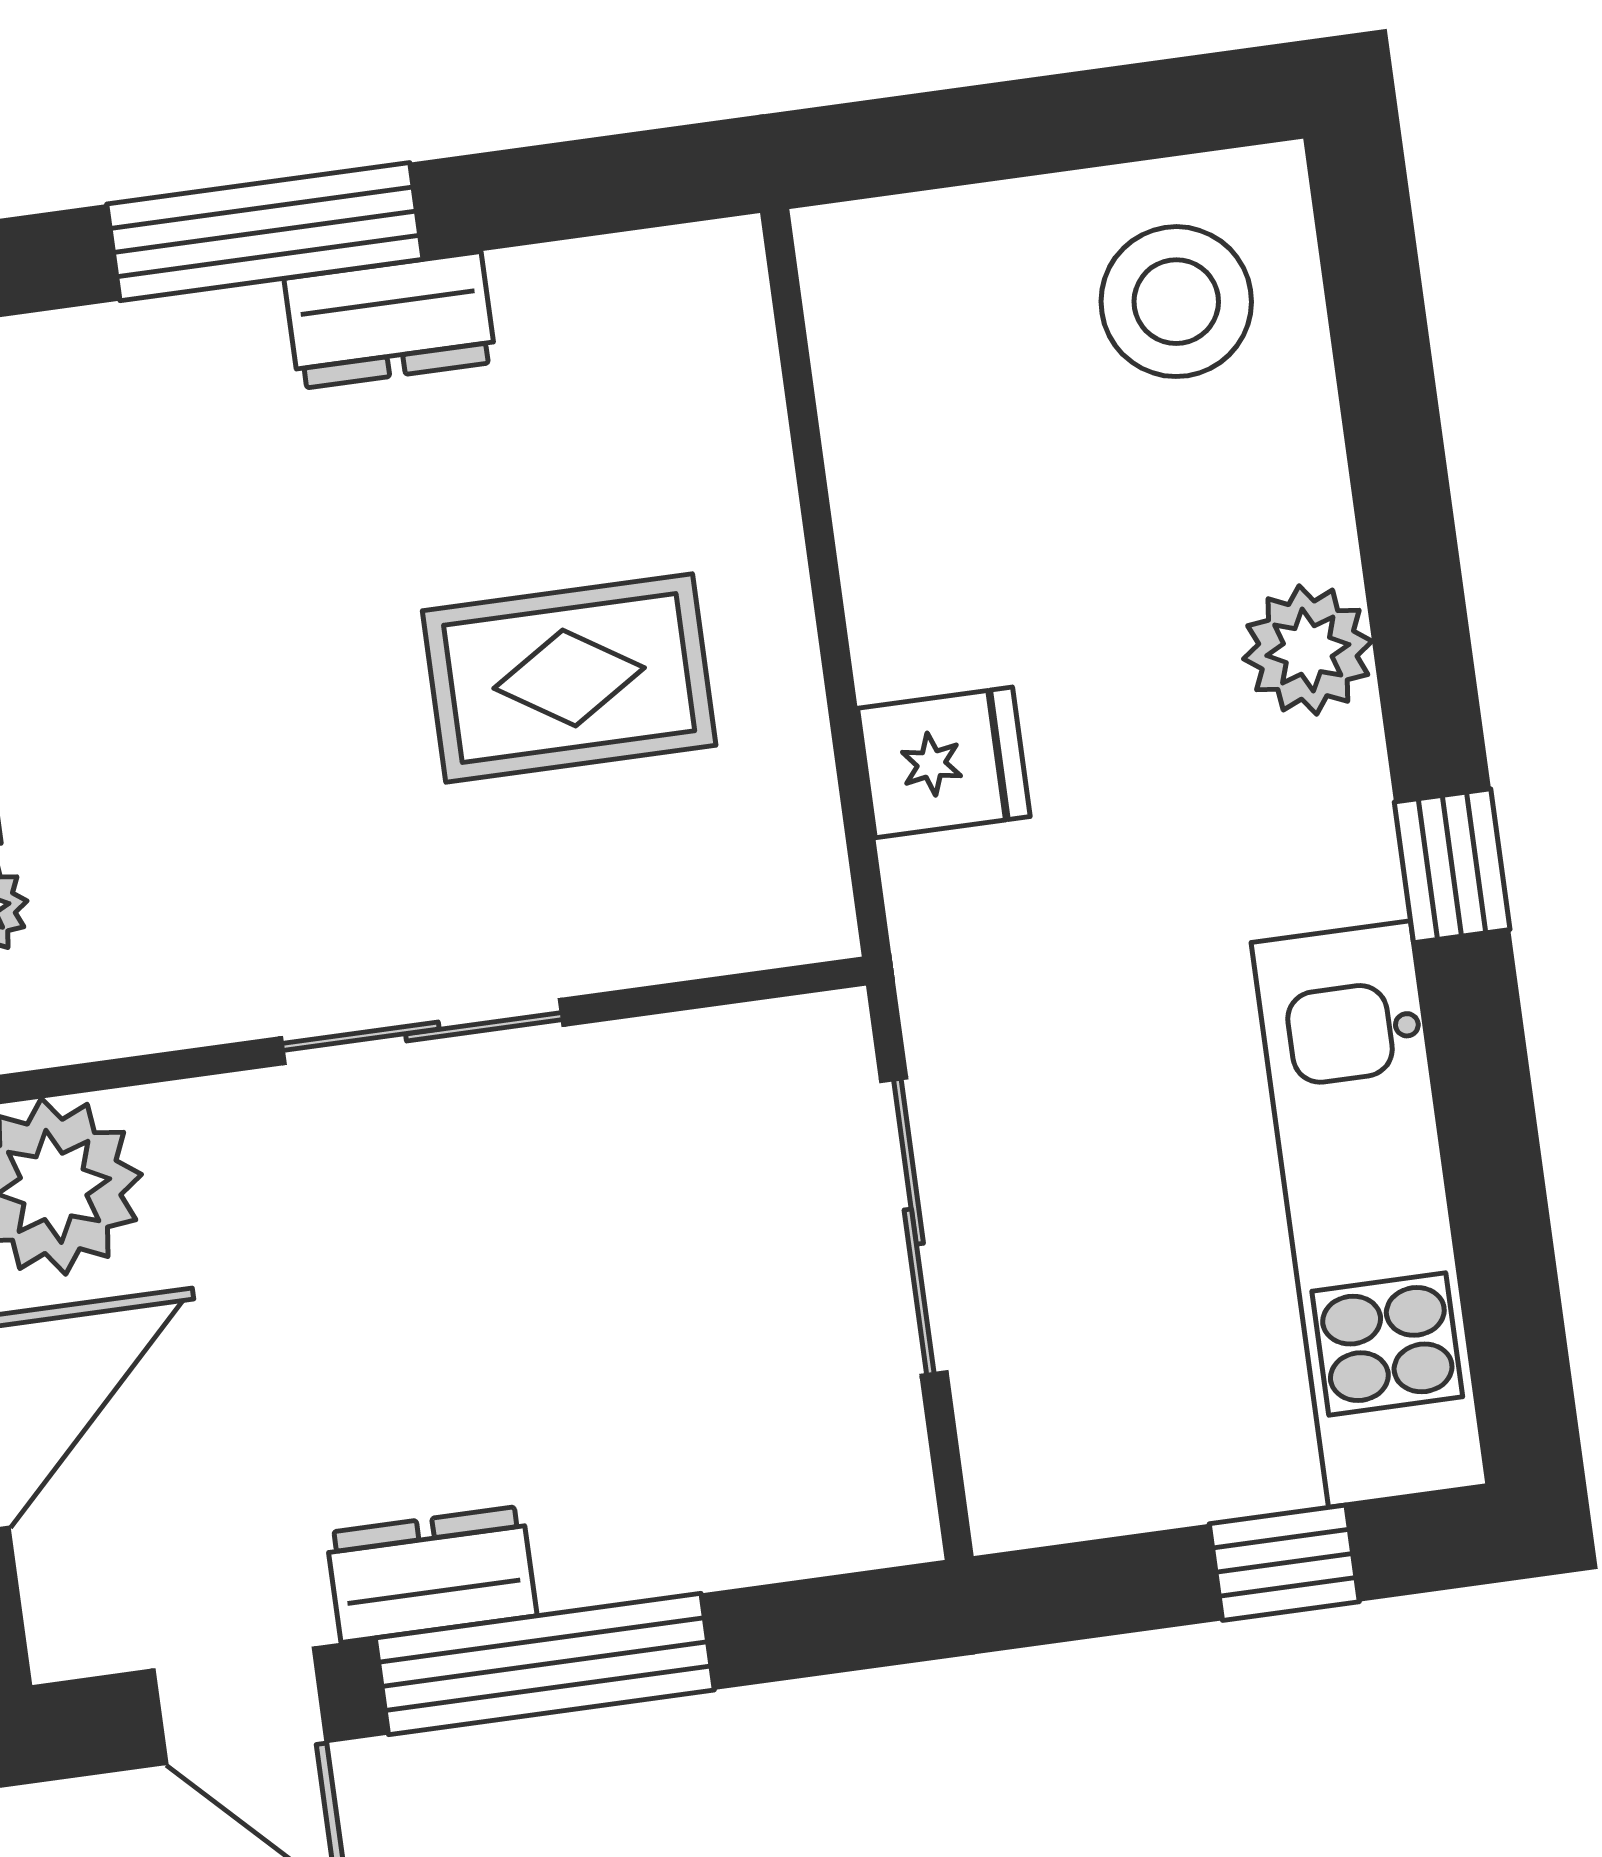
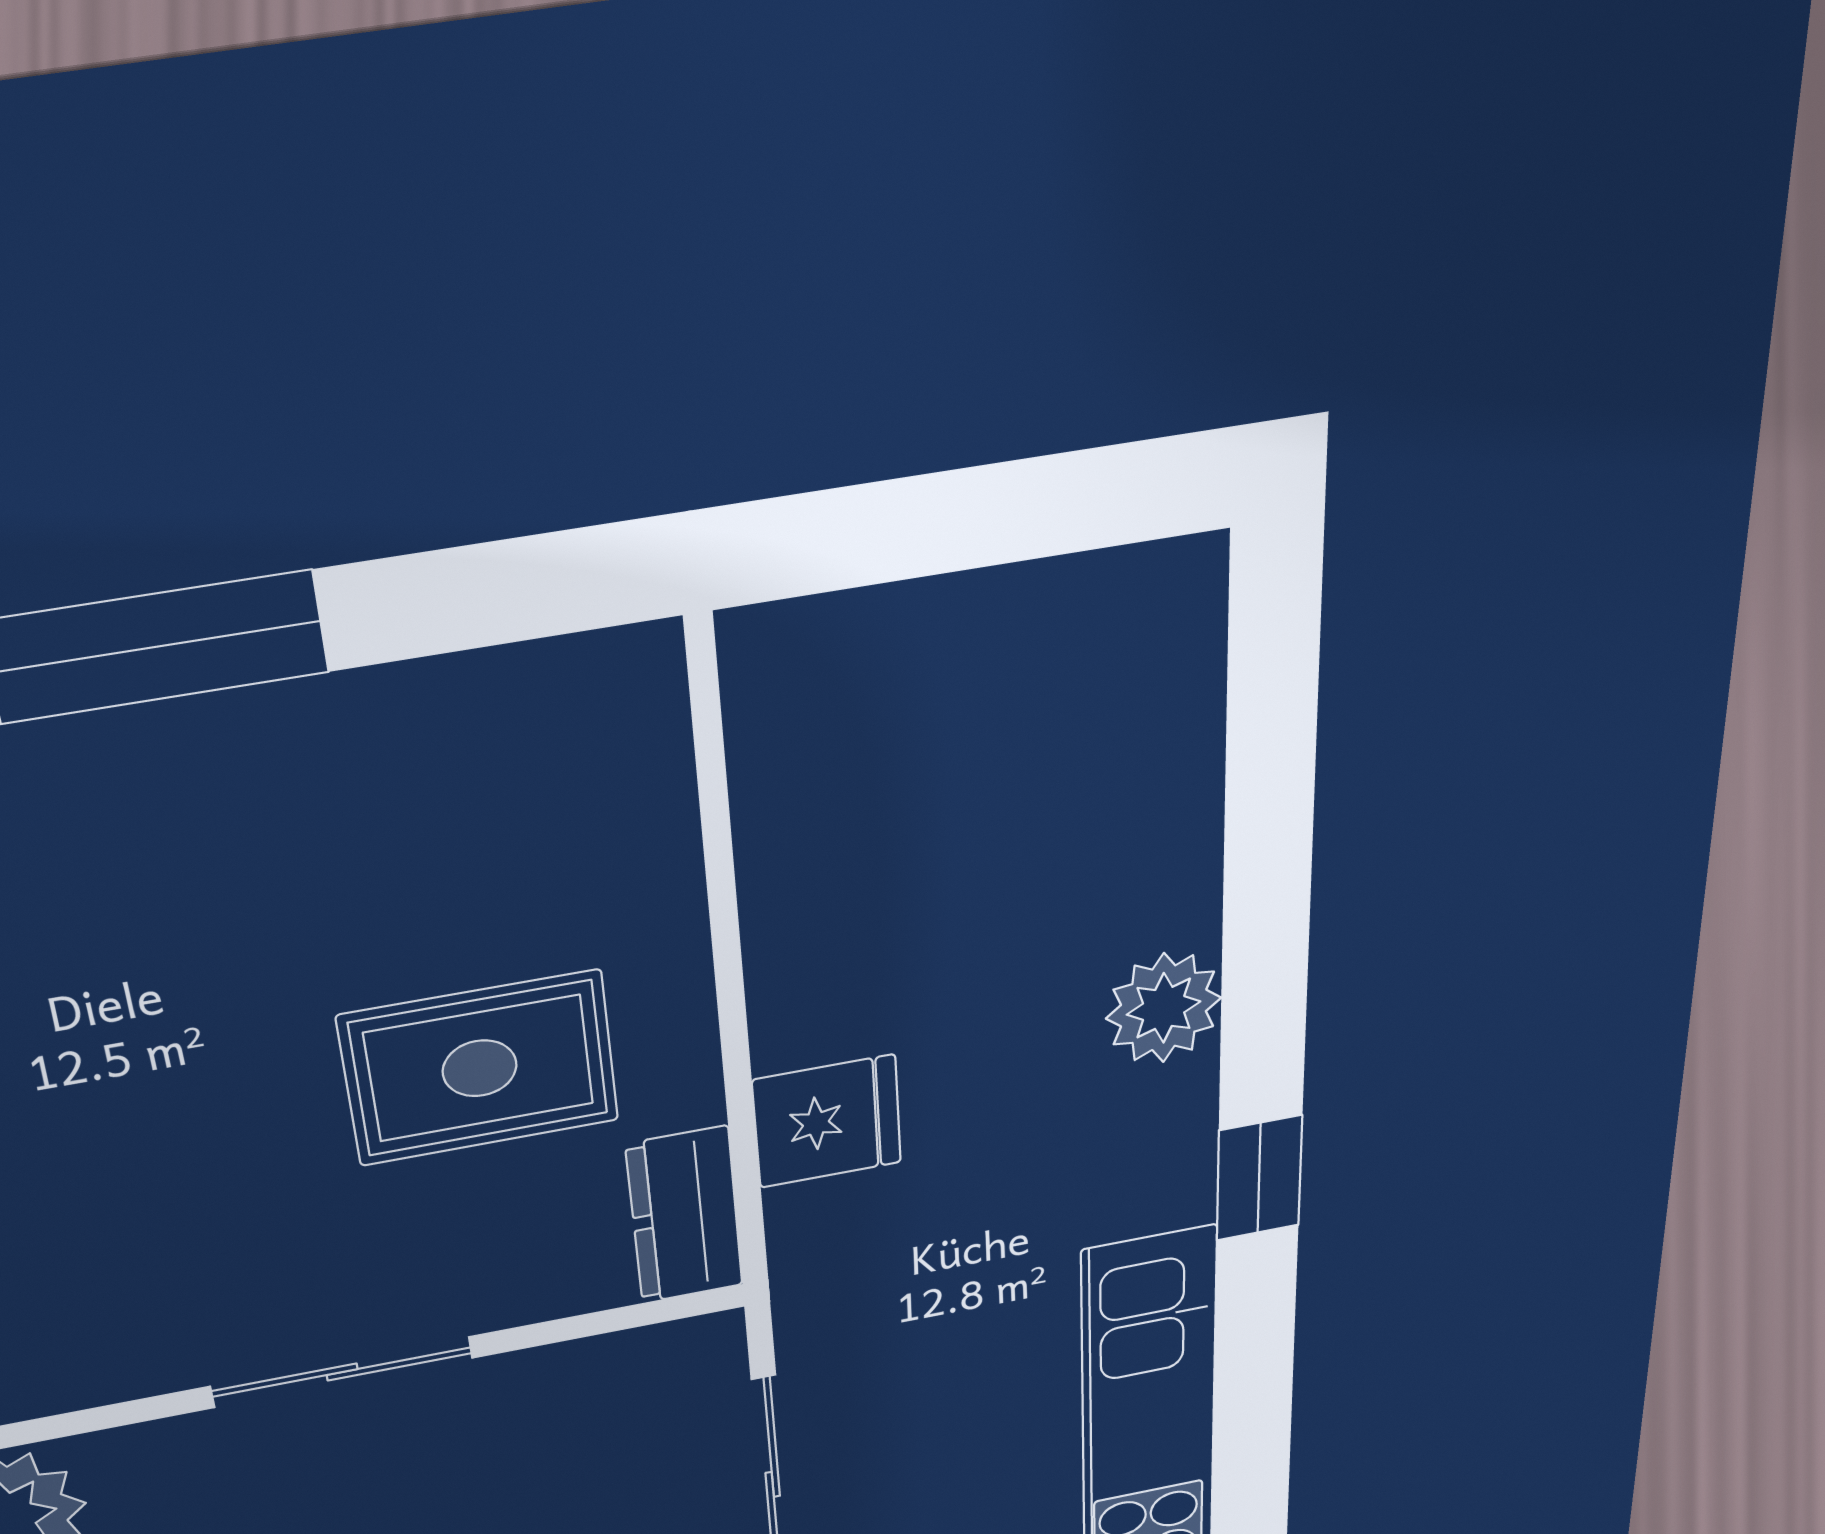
stool: (1176, 302) -> (1086, 694), removed
dresser: (390, 320) -> (685, 1215), moved, turned 90

